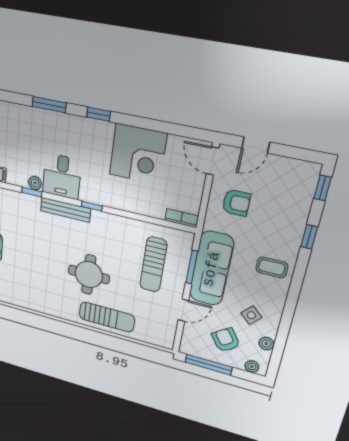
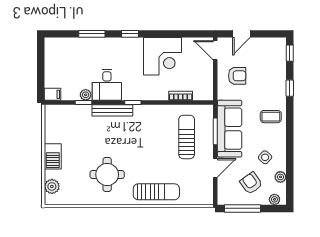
bookcase: (182, 218) -> (181, 96), moved
sun lounger: (153, 265) -> (187, 137), turned 180
round table: (89, 275) -> (107, 174), moved

